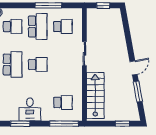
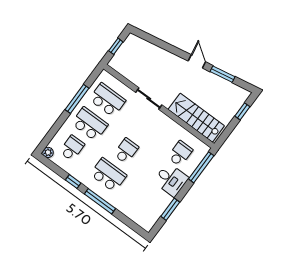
school desk: (63, 27) -> (107, 100), width x1.85
desk: (30, 109) -> (171, 180), moved

